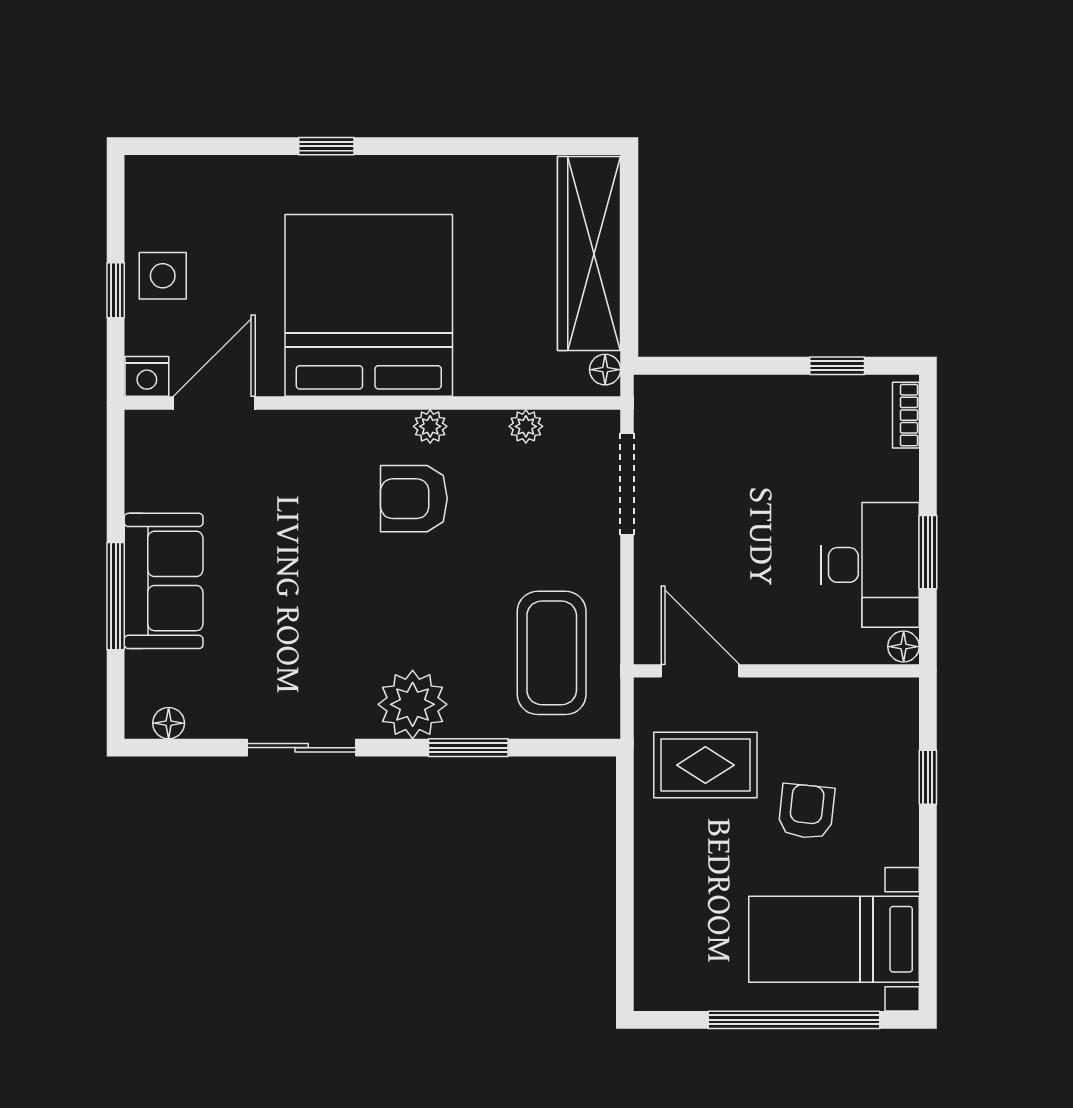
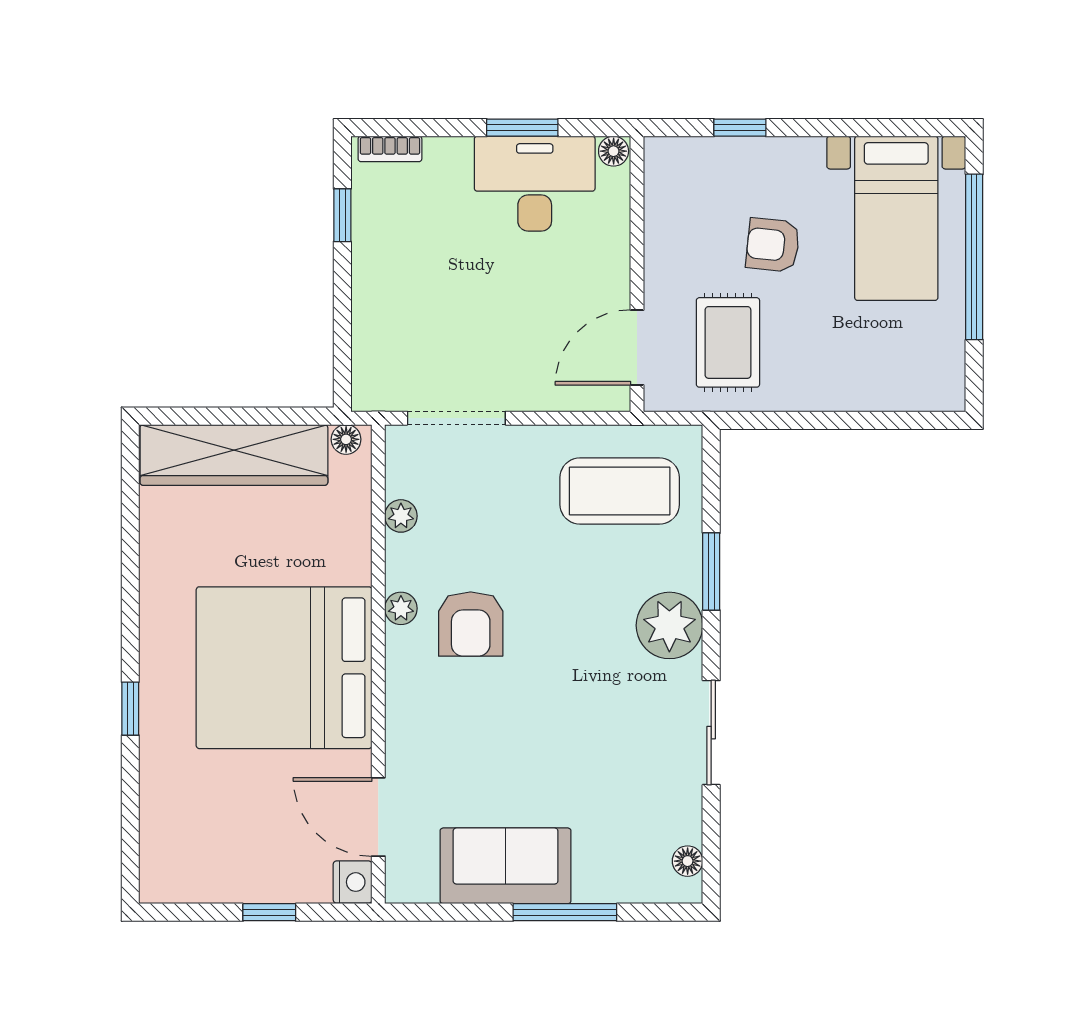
side table: (163, 276) -> (255, 867), removed
sofa: (164, 581) -> (506, 866), moved

